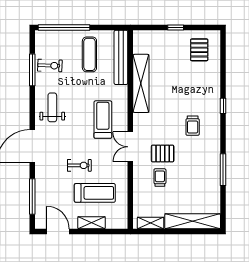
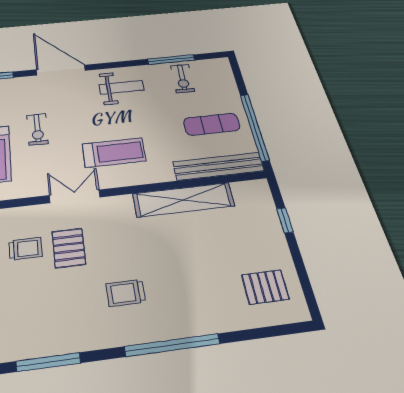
window: (64, 28) -> (255, 127), moved
window: (176, 28) -> (285, 220), moved
window: (223, 106) -> (172, 345), width x3.17

